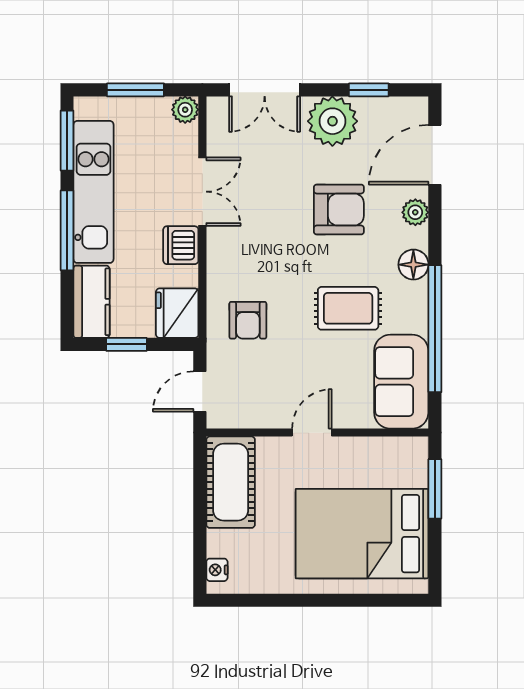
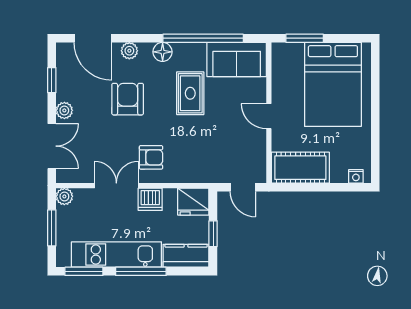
plant: (332, 121) -> (64, 110), width x0.53, depth x0.53
armchair: (248, 320) -> (151, 157), moved

